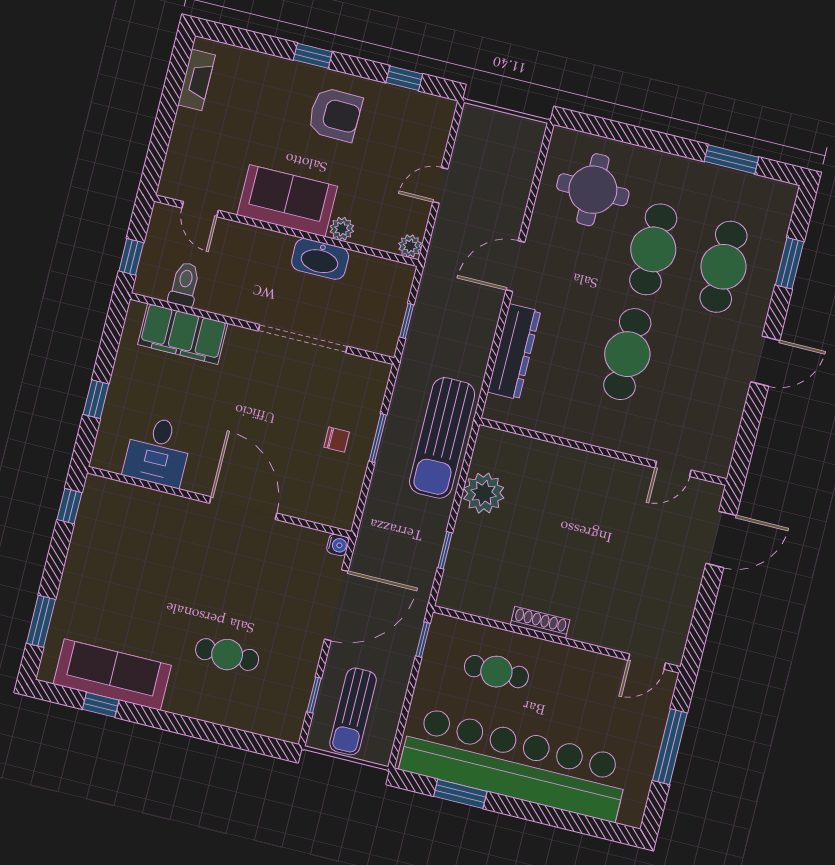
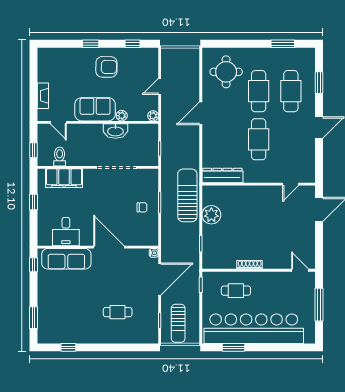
fireplace: (197, 80) -> (43, 96), moved
dresser: (514, 352) -> (222, 175), moved, turned -90
window: (96, 399) -> (34, 202), moved
sun lounger: (442, 438) -> (187, 195), turned 180
door: (647, 662) -> (300, 270), swing flipped
sofa: (112, 675) -> (66, 259), moved, turned 180

